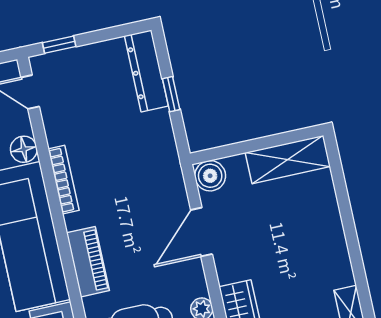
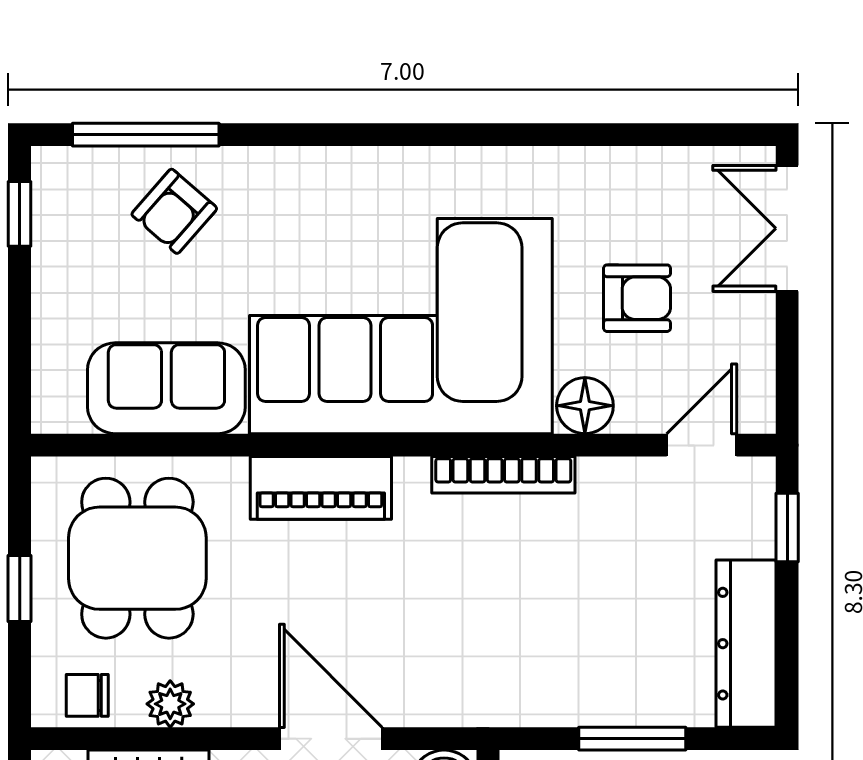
dresser: (146, 71) -> (746, 644), moved, turned -90
window: (171, 94) -> (632, 739), width x1.50

